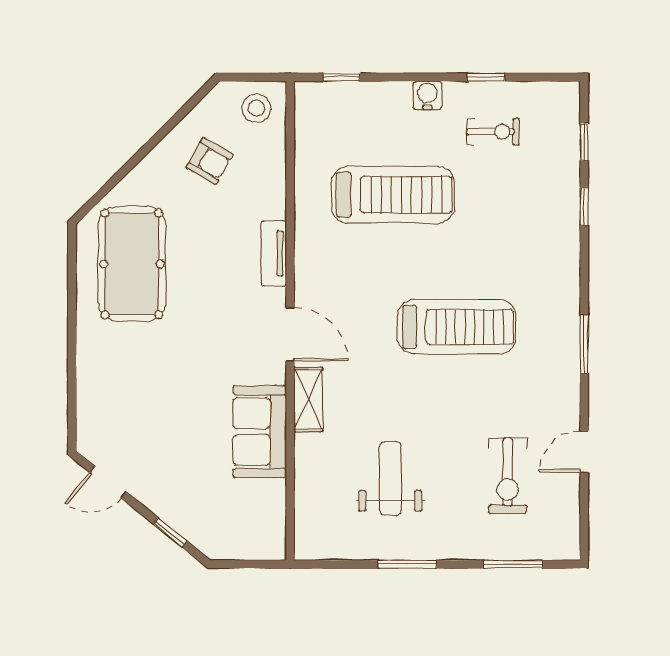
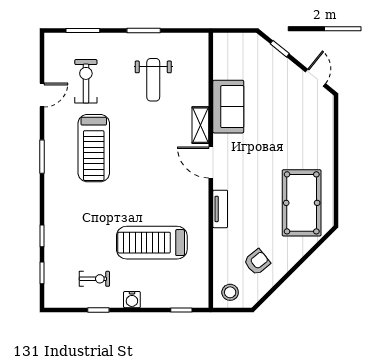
exercise bike: (493, 132) -> (94, 279), turned 180
armchair: (210, 161) -> (257, 262), turned 111
treadmill: (457, 327) -> (94, 148), moved, turned -90
door: (108, 482) -> (315, 78), hinge flipped

